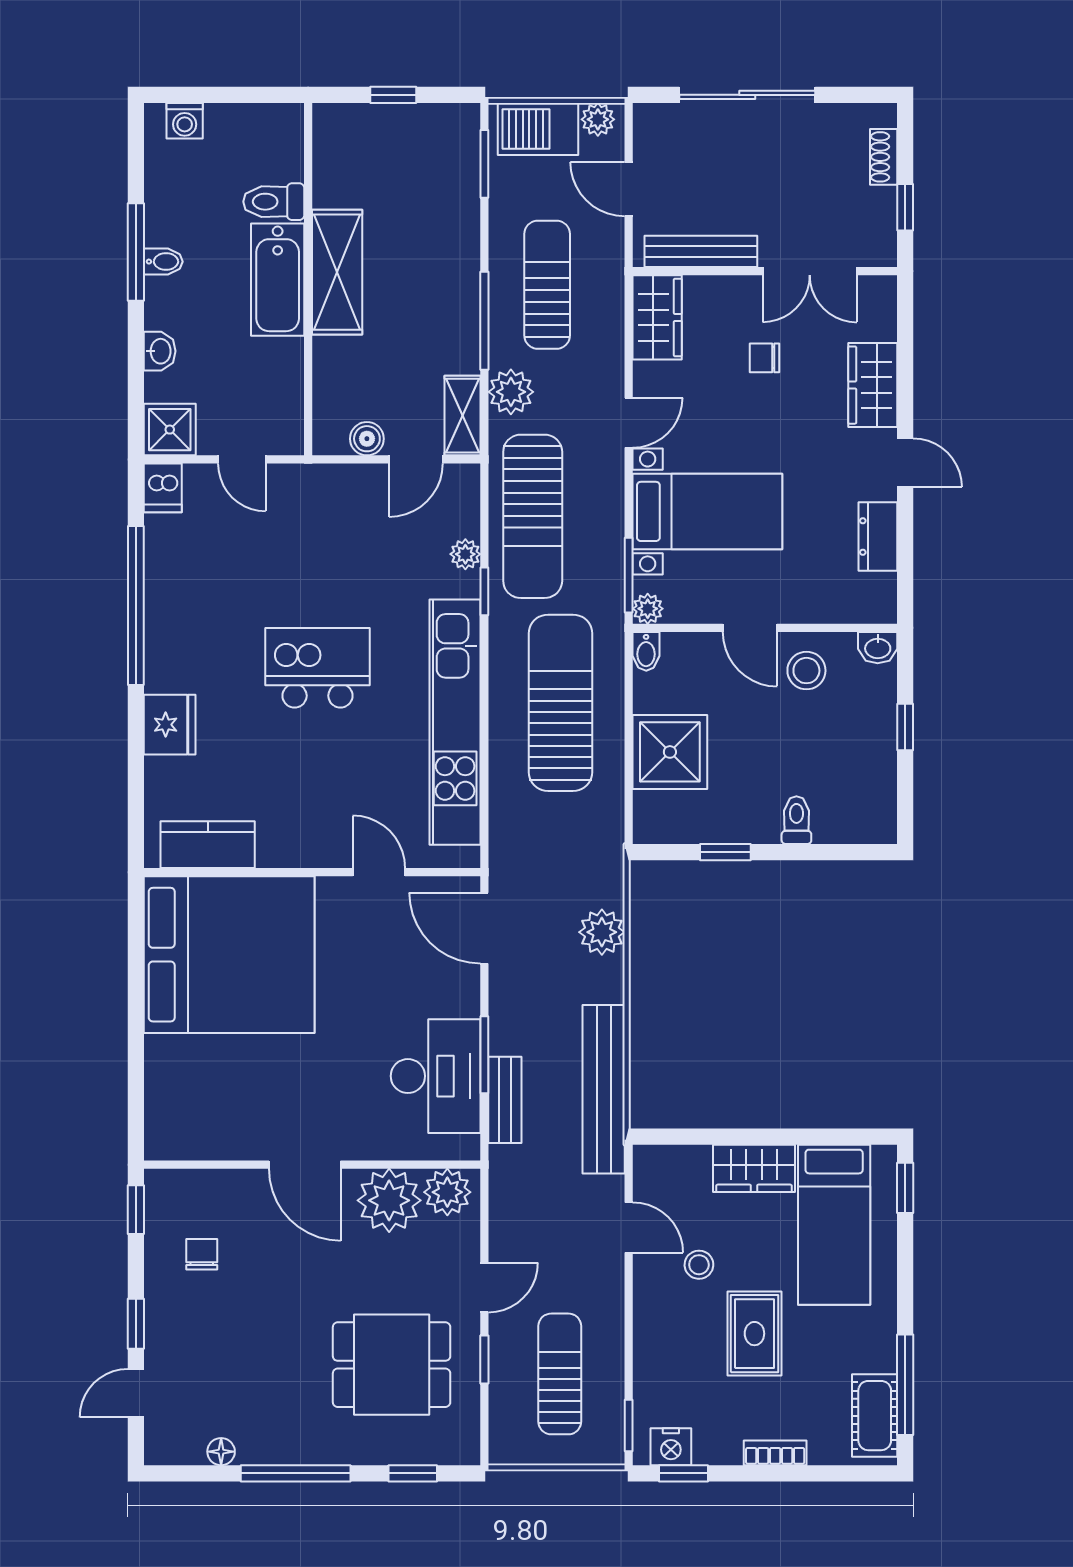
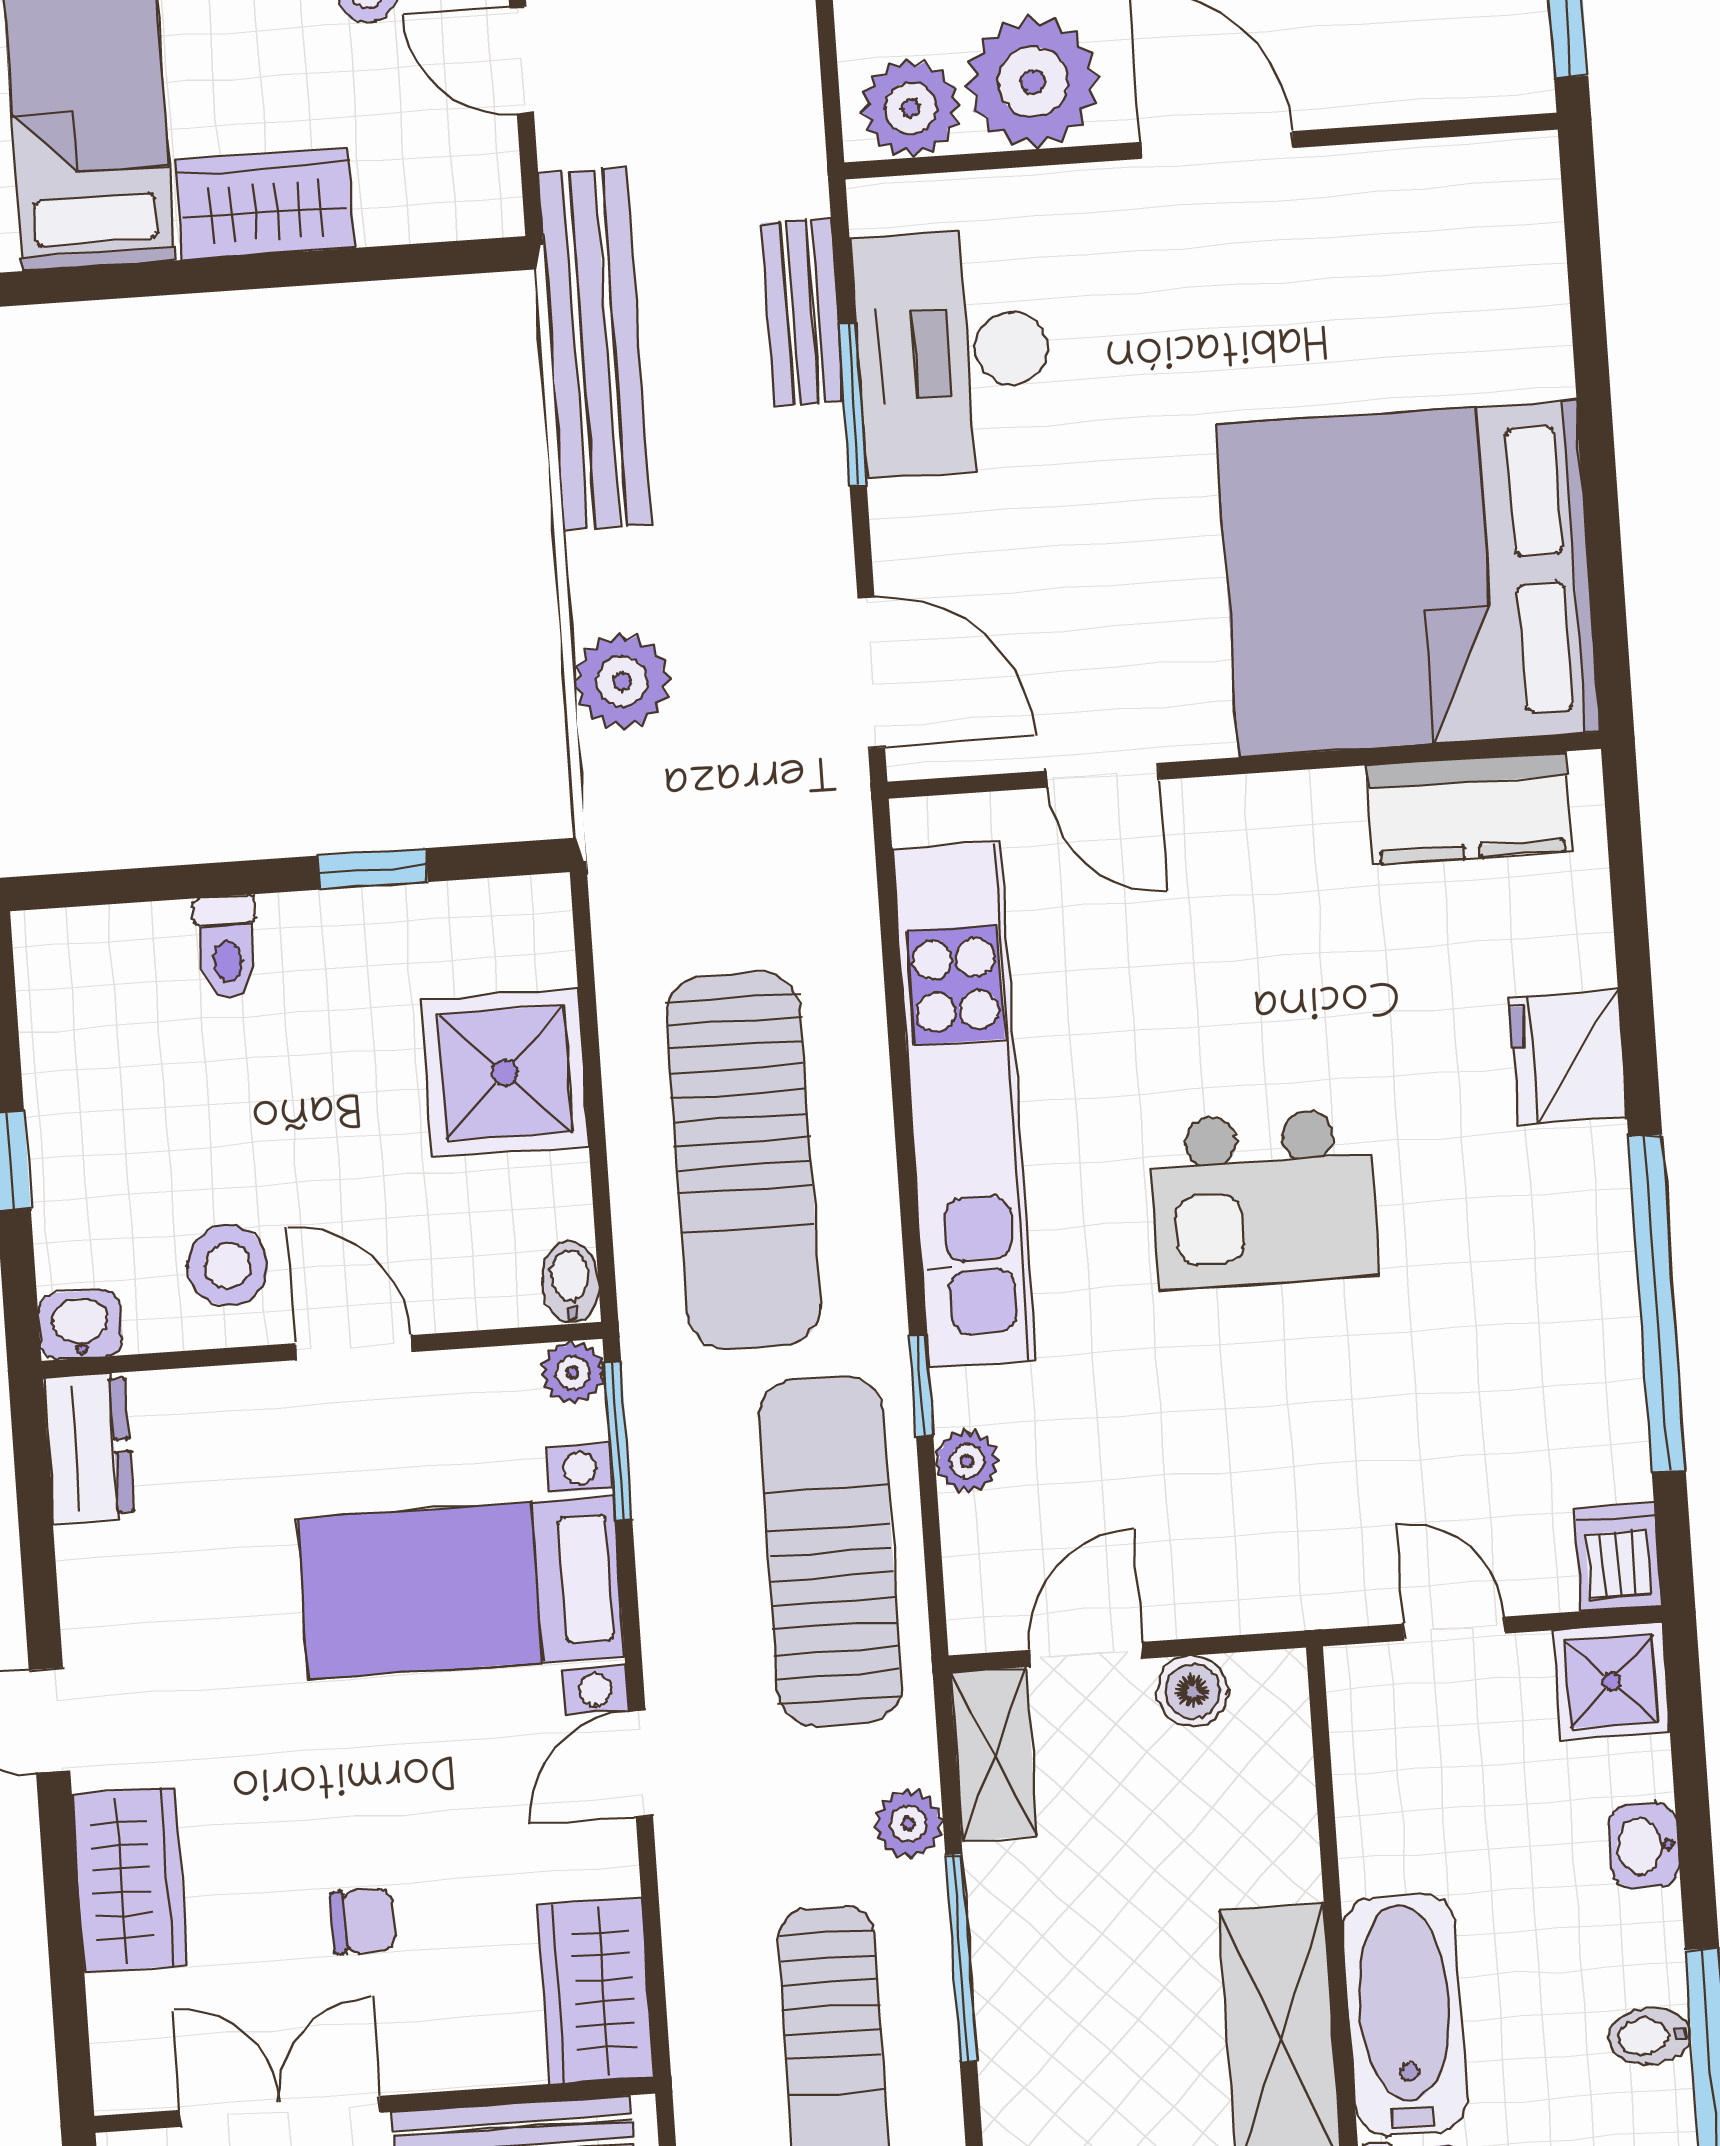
plant: (511, 392) -> (908, 1824), width x0.73, depth x0.73
dresser: (878, 537) -> (89, 1448), moved

